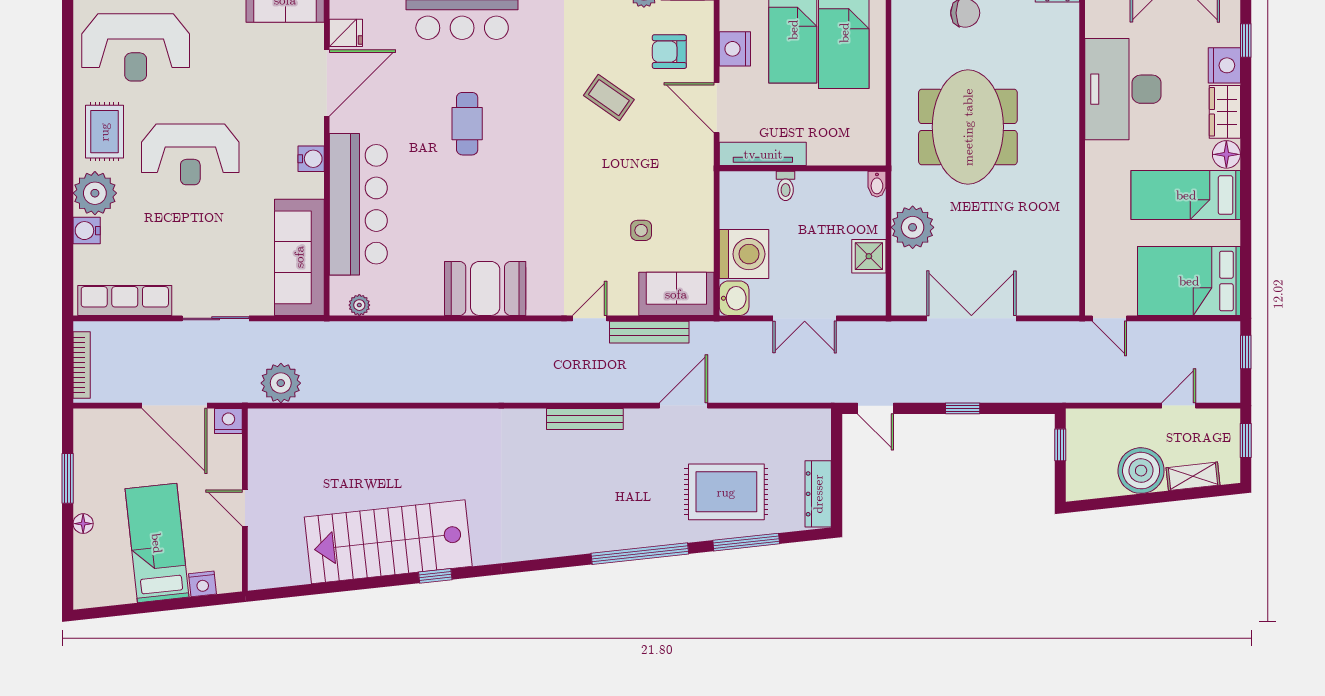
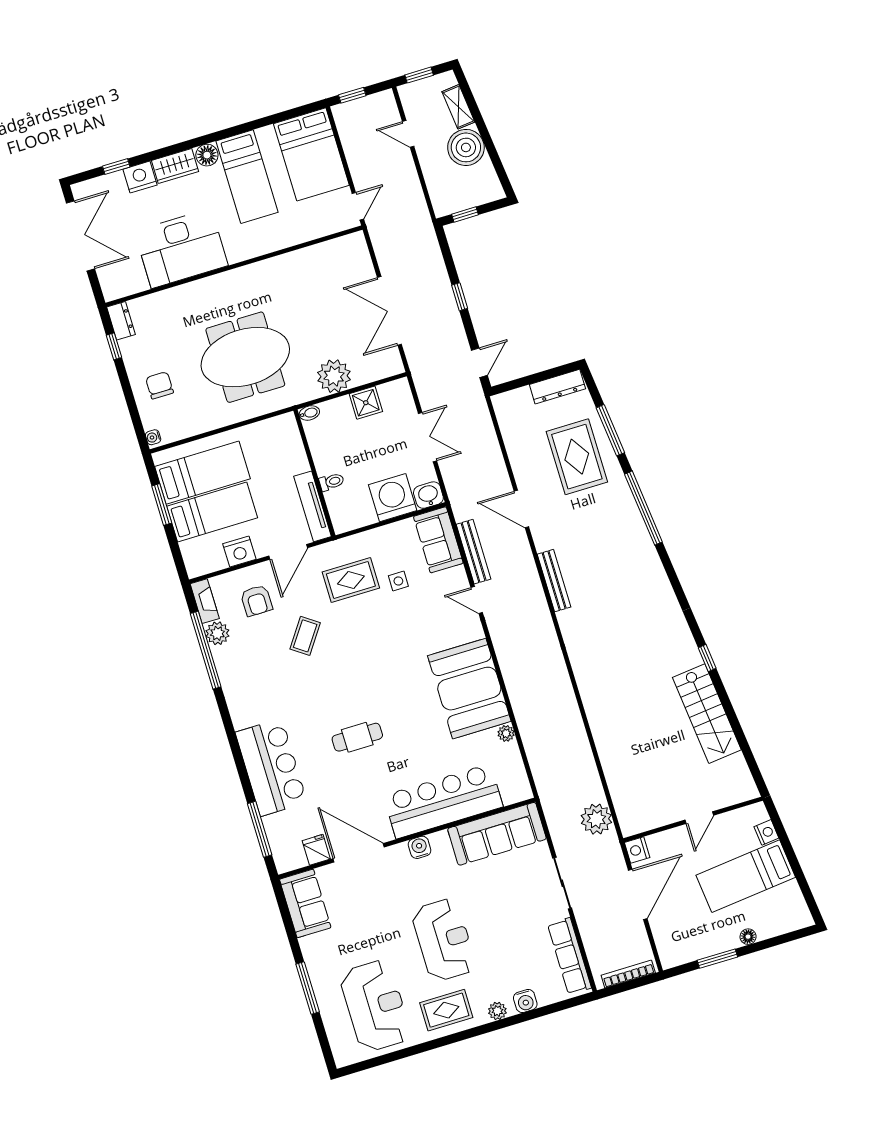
rug: (660, 173) -> (351, 580), added
plant: (95, 193) -> (497, 1011), width x0.53, depth x0.53
booth: (485, 288) -> (469, 689), width x1.36, depth x1.42
plant: (359, 305) -> (506, 733), moved
stairs: (388, 542) -> (707, 714), width x0.73, depth x0.66

